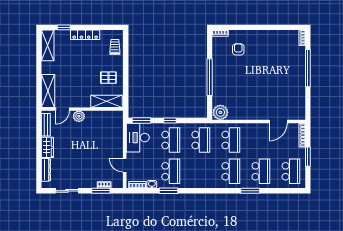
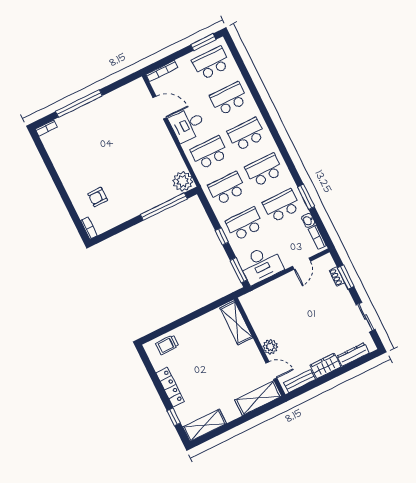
window: (210, 77) -> (164, 207), moved
pallet: (108, 78) -> (207, 334), removed
desk: (257, 135) -> (188, 125), added
window: (308, 157) -> (203, 42), moved
school desk: (201, 171) -> (264, 170), added
window: (250, 191) -> (258, 100), removed

